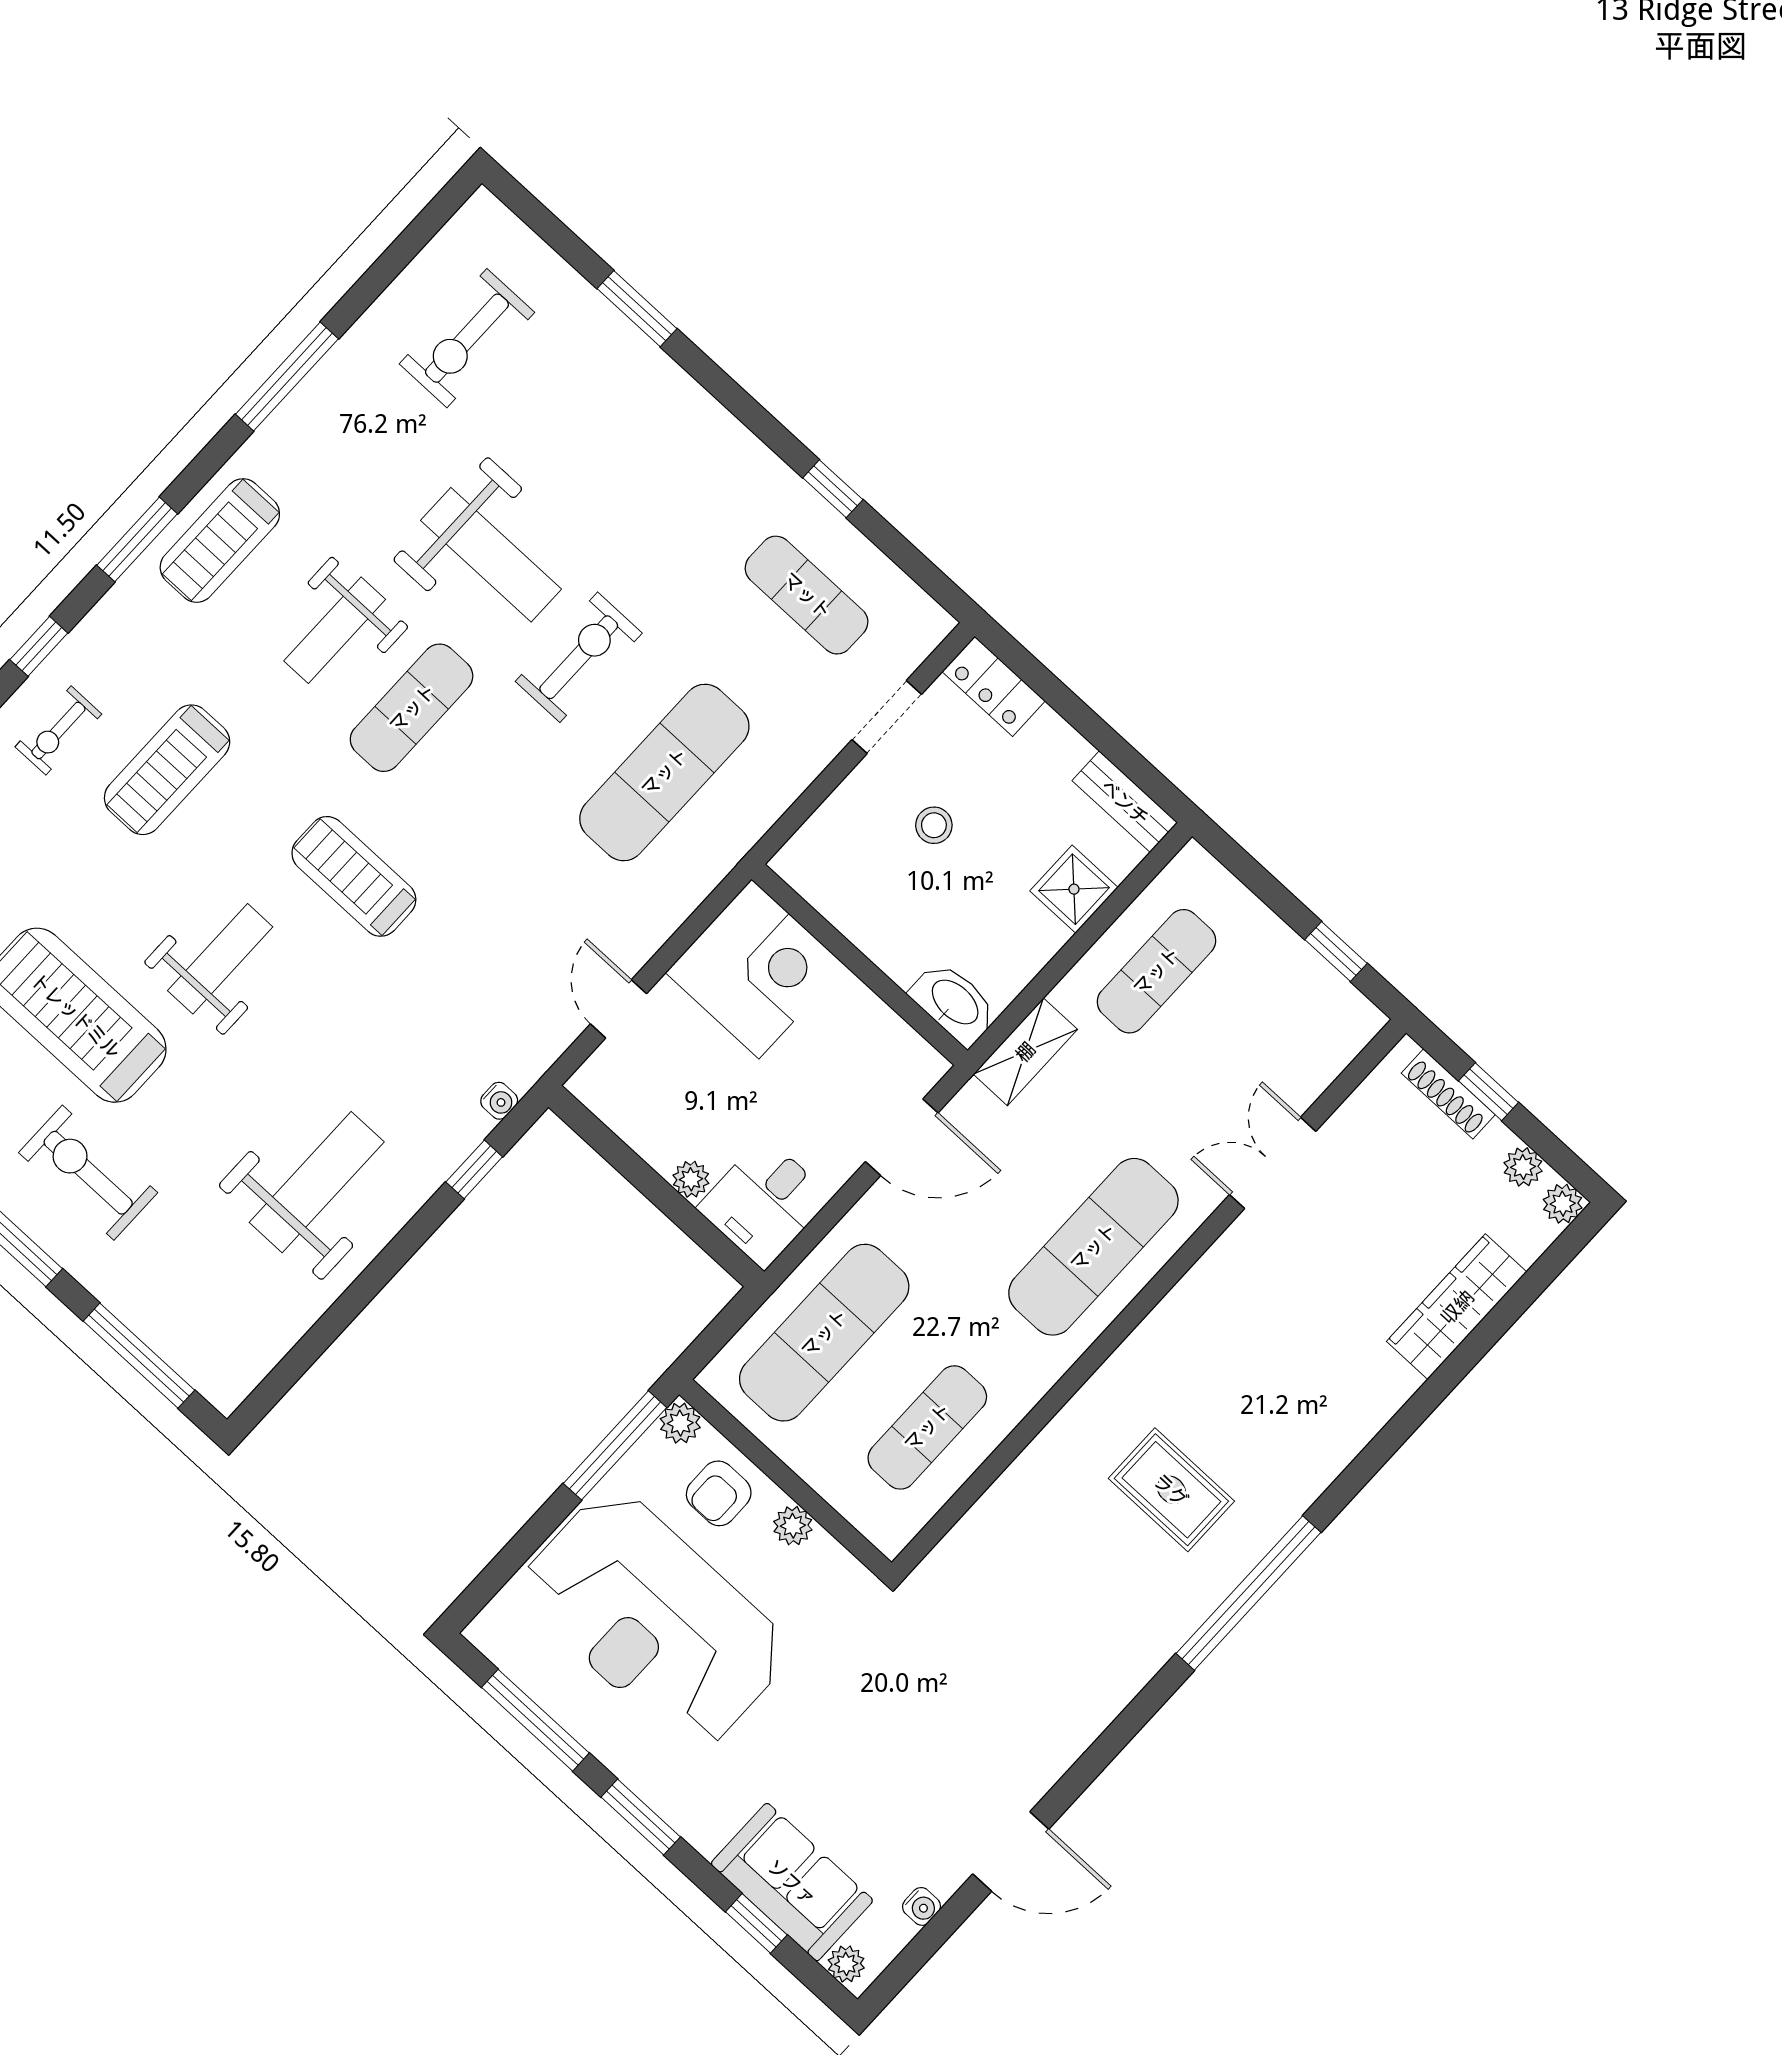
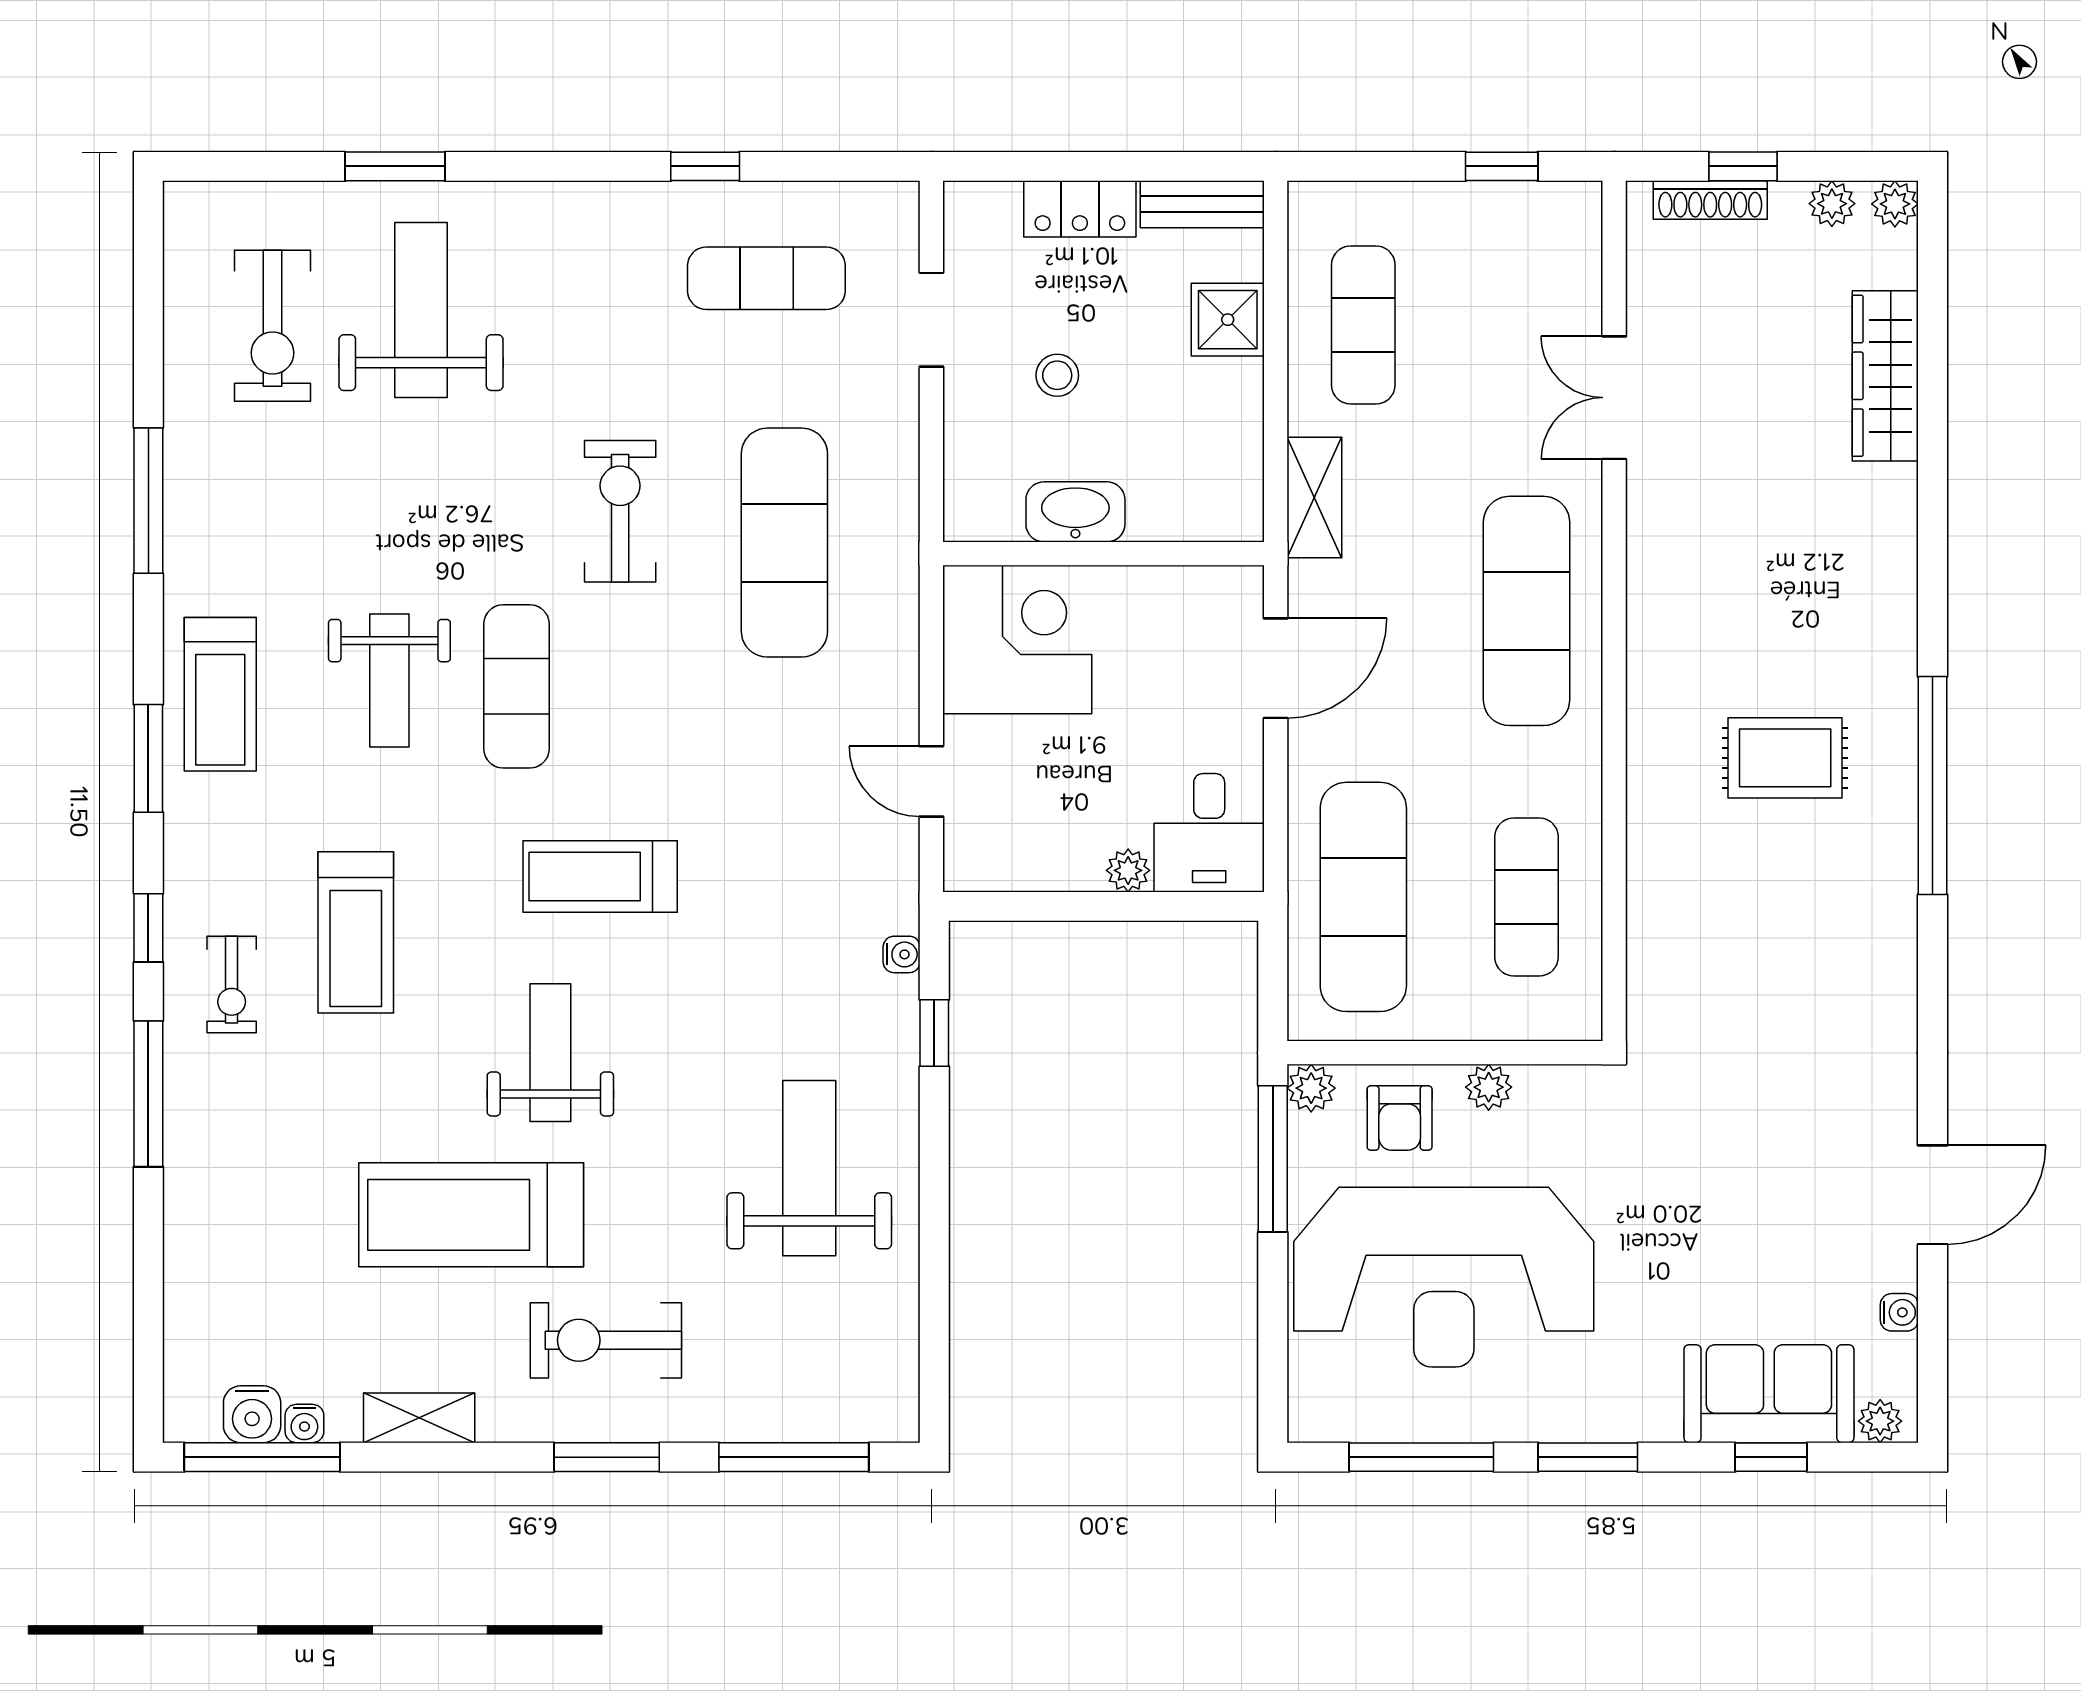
weight bench: (491, 555) -> (421, 310), moved, turned -90
locker: (994, 686) -> (1080, 209), moved
washbasin: (954, 1003) -> (1075, 512), moved

